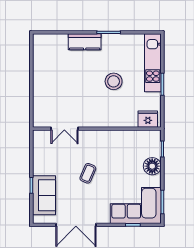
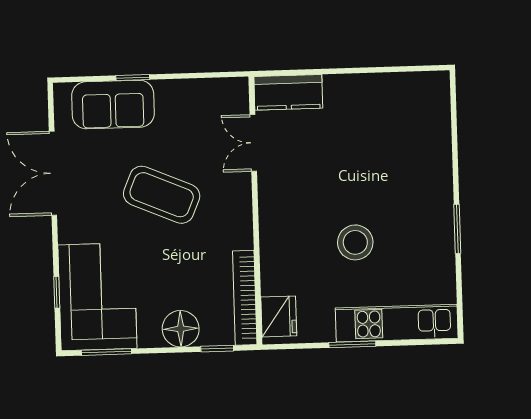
kitchen counter: (85, 42) -> (288, 92), moved, turned -90
bookcase: (138, 135) -> (245, 298), added
coffee table: (88, 173) -> (162, 195), width x1.86, depth x1.72

